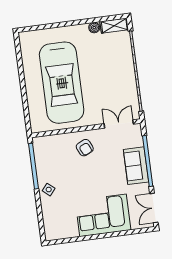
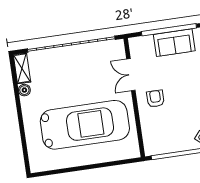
double door: (119, 124) -> (131, 75), moved
armchair: (85, 148) -> (155, 99), turned -65

